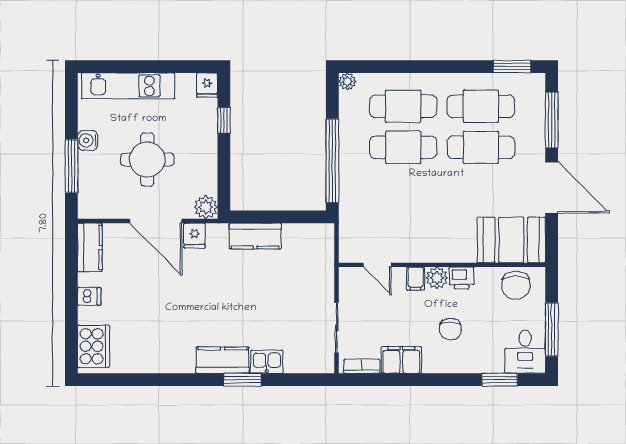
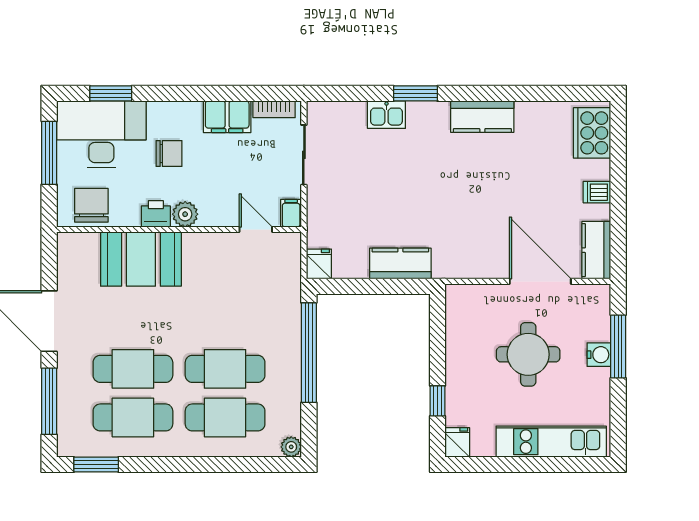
water cooler: (88, 140) -> (599, 355), moved
plant: (206, 207) -> (459, 298), removed
door: (156, 221) -> (540, 281), moved
fridge: (194, 236) -> (319, 264), moved
booth: (511, 240) -> (141, 259), moved
filing cabinet: (416, 279) -> (291, 213), moved
chair: (450, 329) -> (169, 153), turned 90
desk: (525, 352) -> (101, 134), width x1.87, depth x1.30
kitchen counter: (223, 360) -> (482, 117), moved

